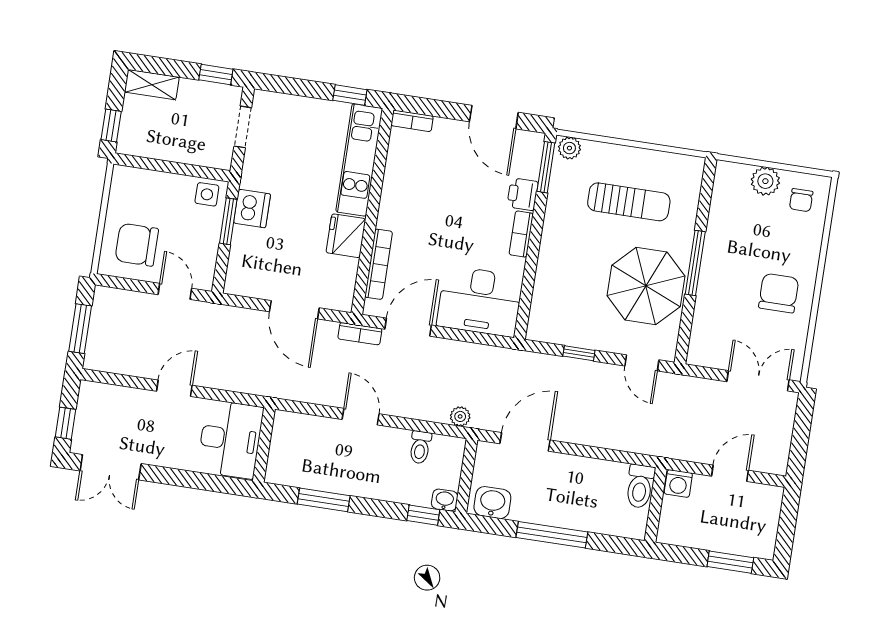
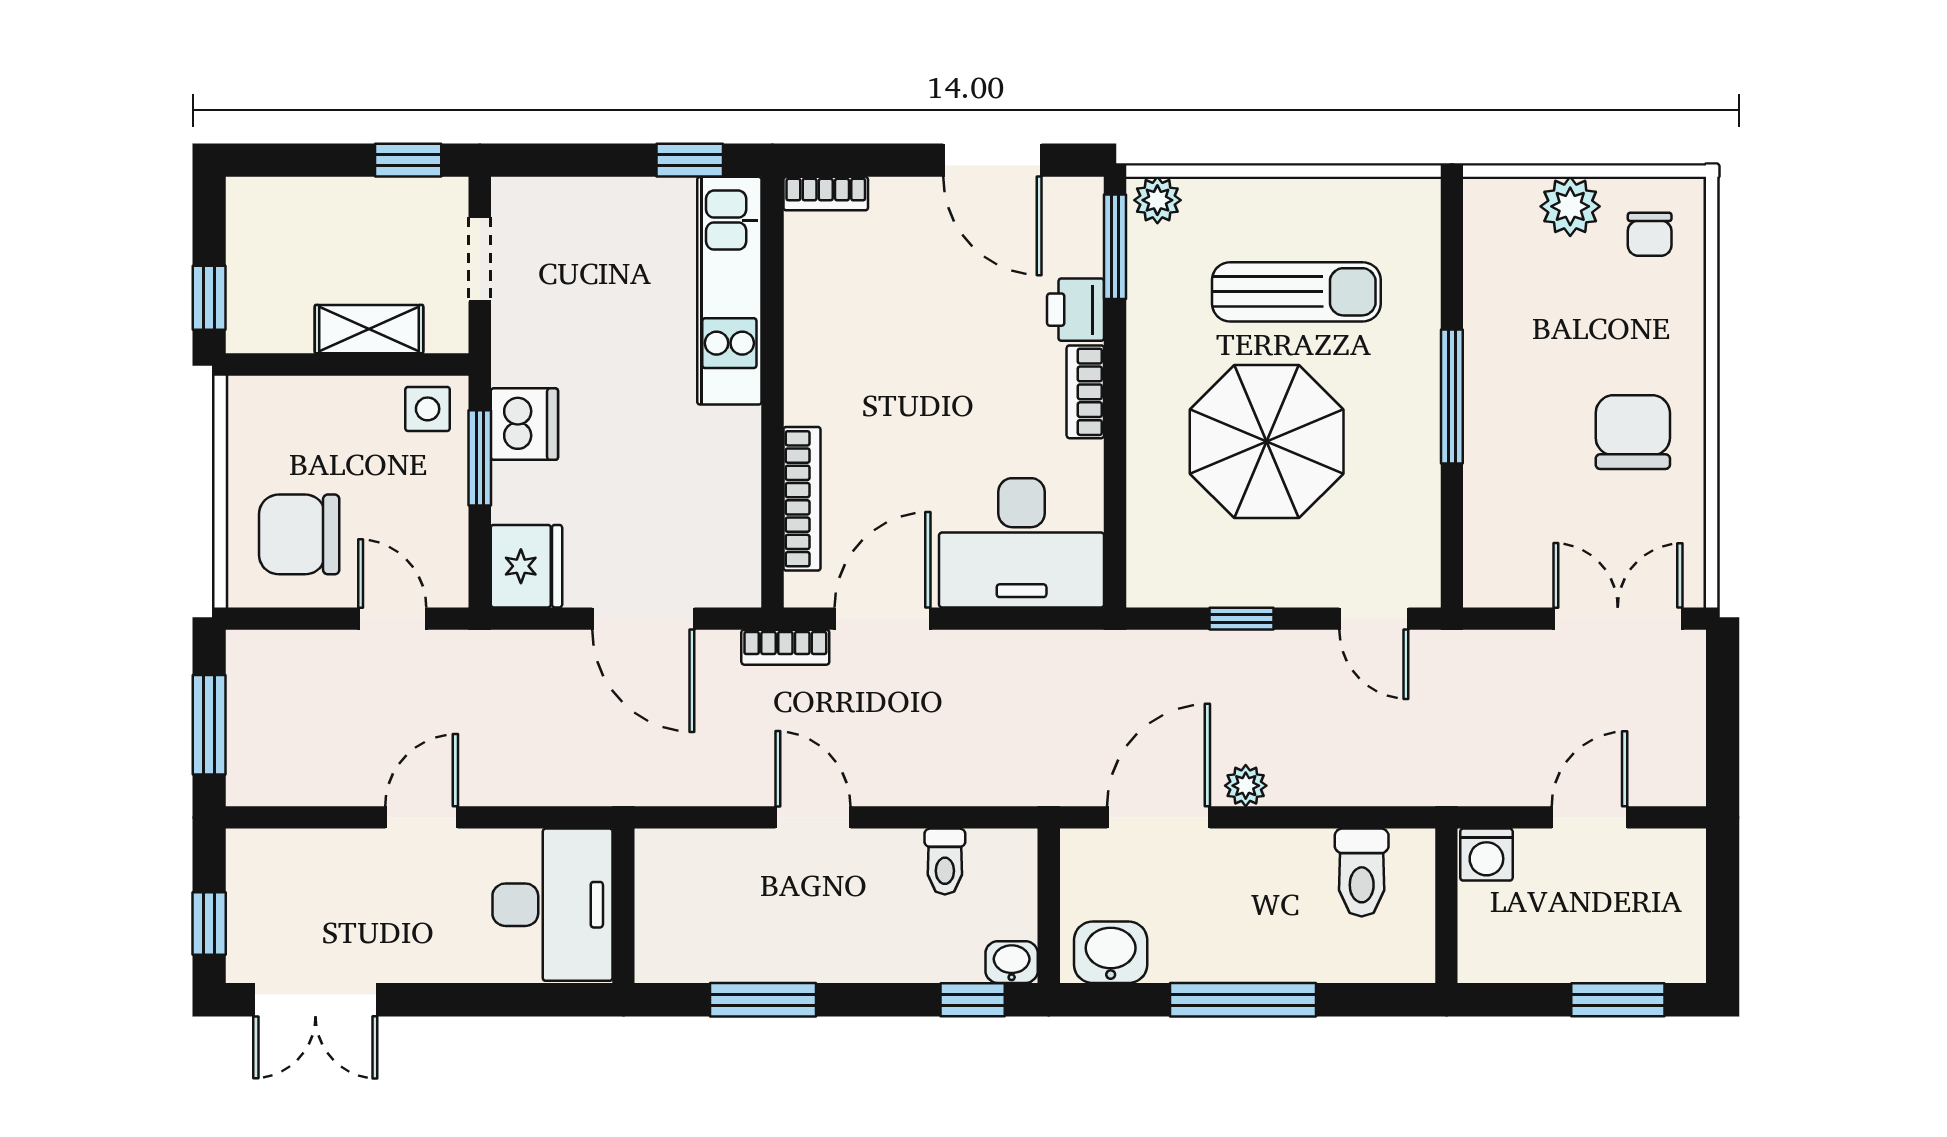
shelving: (152, 85) -> (369, 329), moved
fridge: (346, 236) -> (526, 566), moved, turned 180
parasol: (646, 286) -> (1267, 442), moved
plant: (460, 416) -> (1246, 786), moved
toilet: (640, 486) -> (1362, 873), moved

